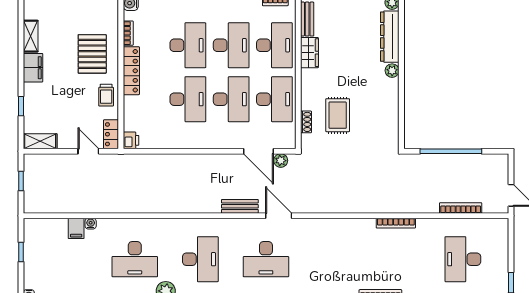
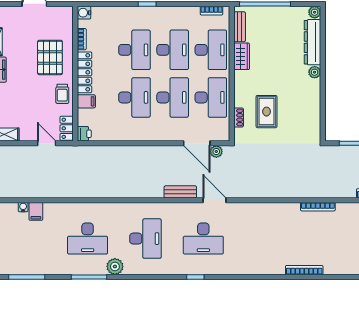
filing cabinet: (133, 104) -> (86, 101), added
water cooler: (91, 224) -> (23, 207), moved

